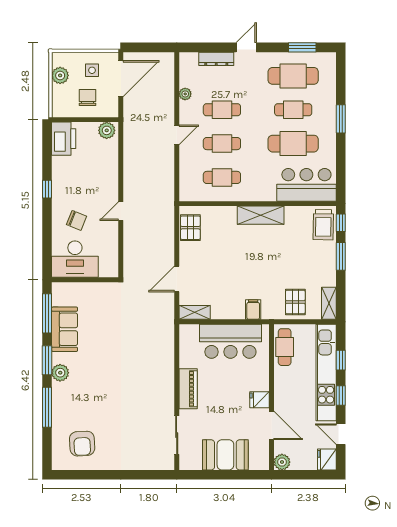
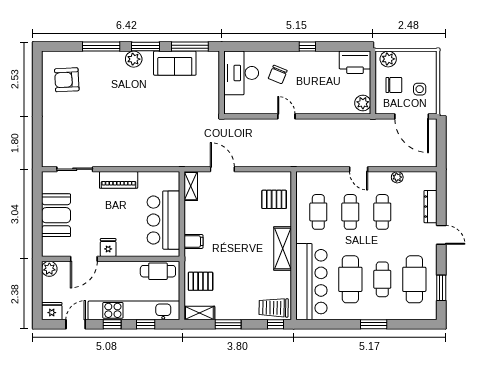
plant: (60, 75) -> (388, 59), moved
bar counter: (306, 185) -> (311, 282), width x1.36
pallet: (190, 228) -> (274, 199), moved
window: (341, 256) -> (228, 324), moved

